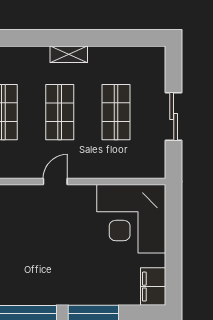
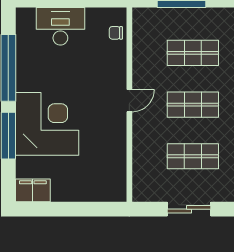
door: (55, 182) -> (129, 101), hinge flipped
corner desk: (131, 219) -> (47, 124), moved, turned 90

